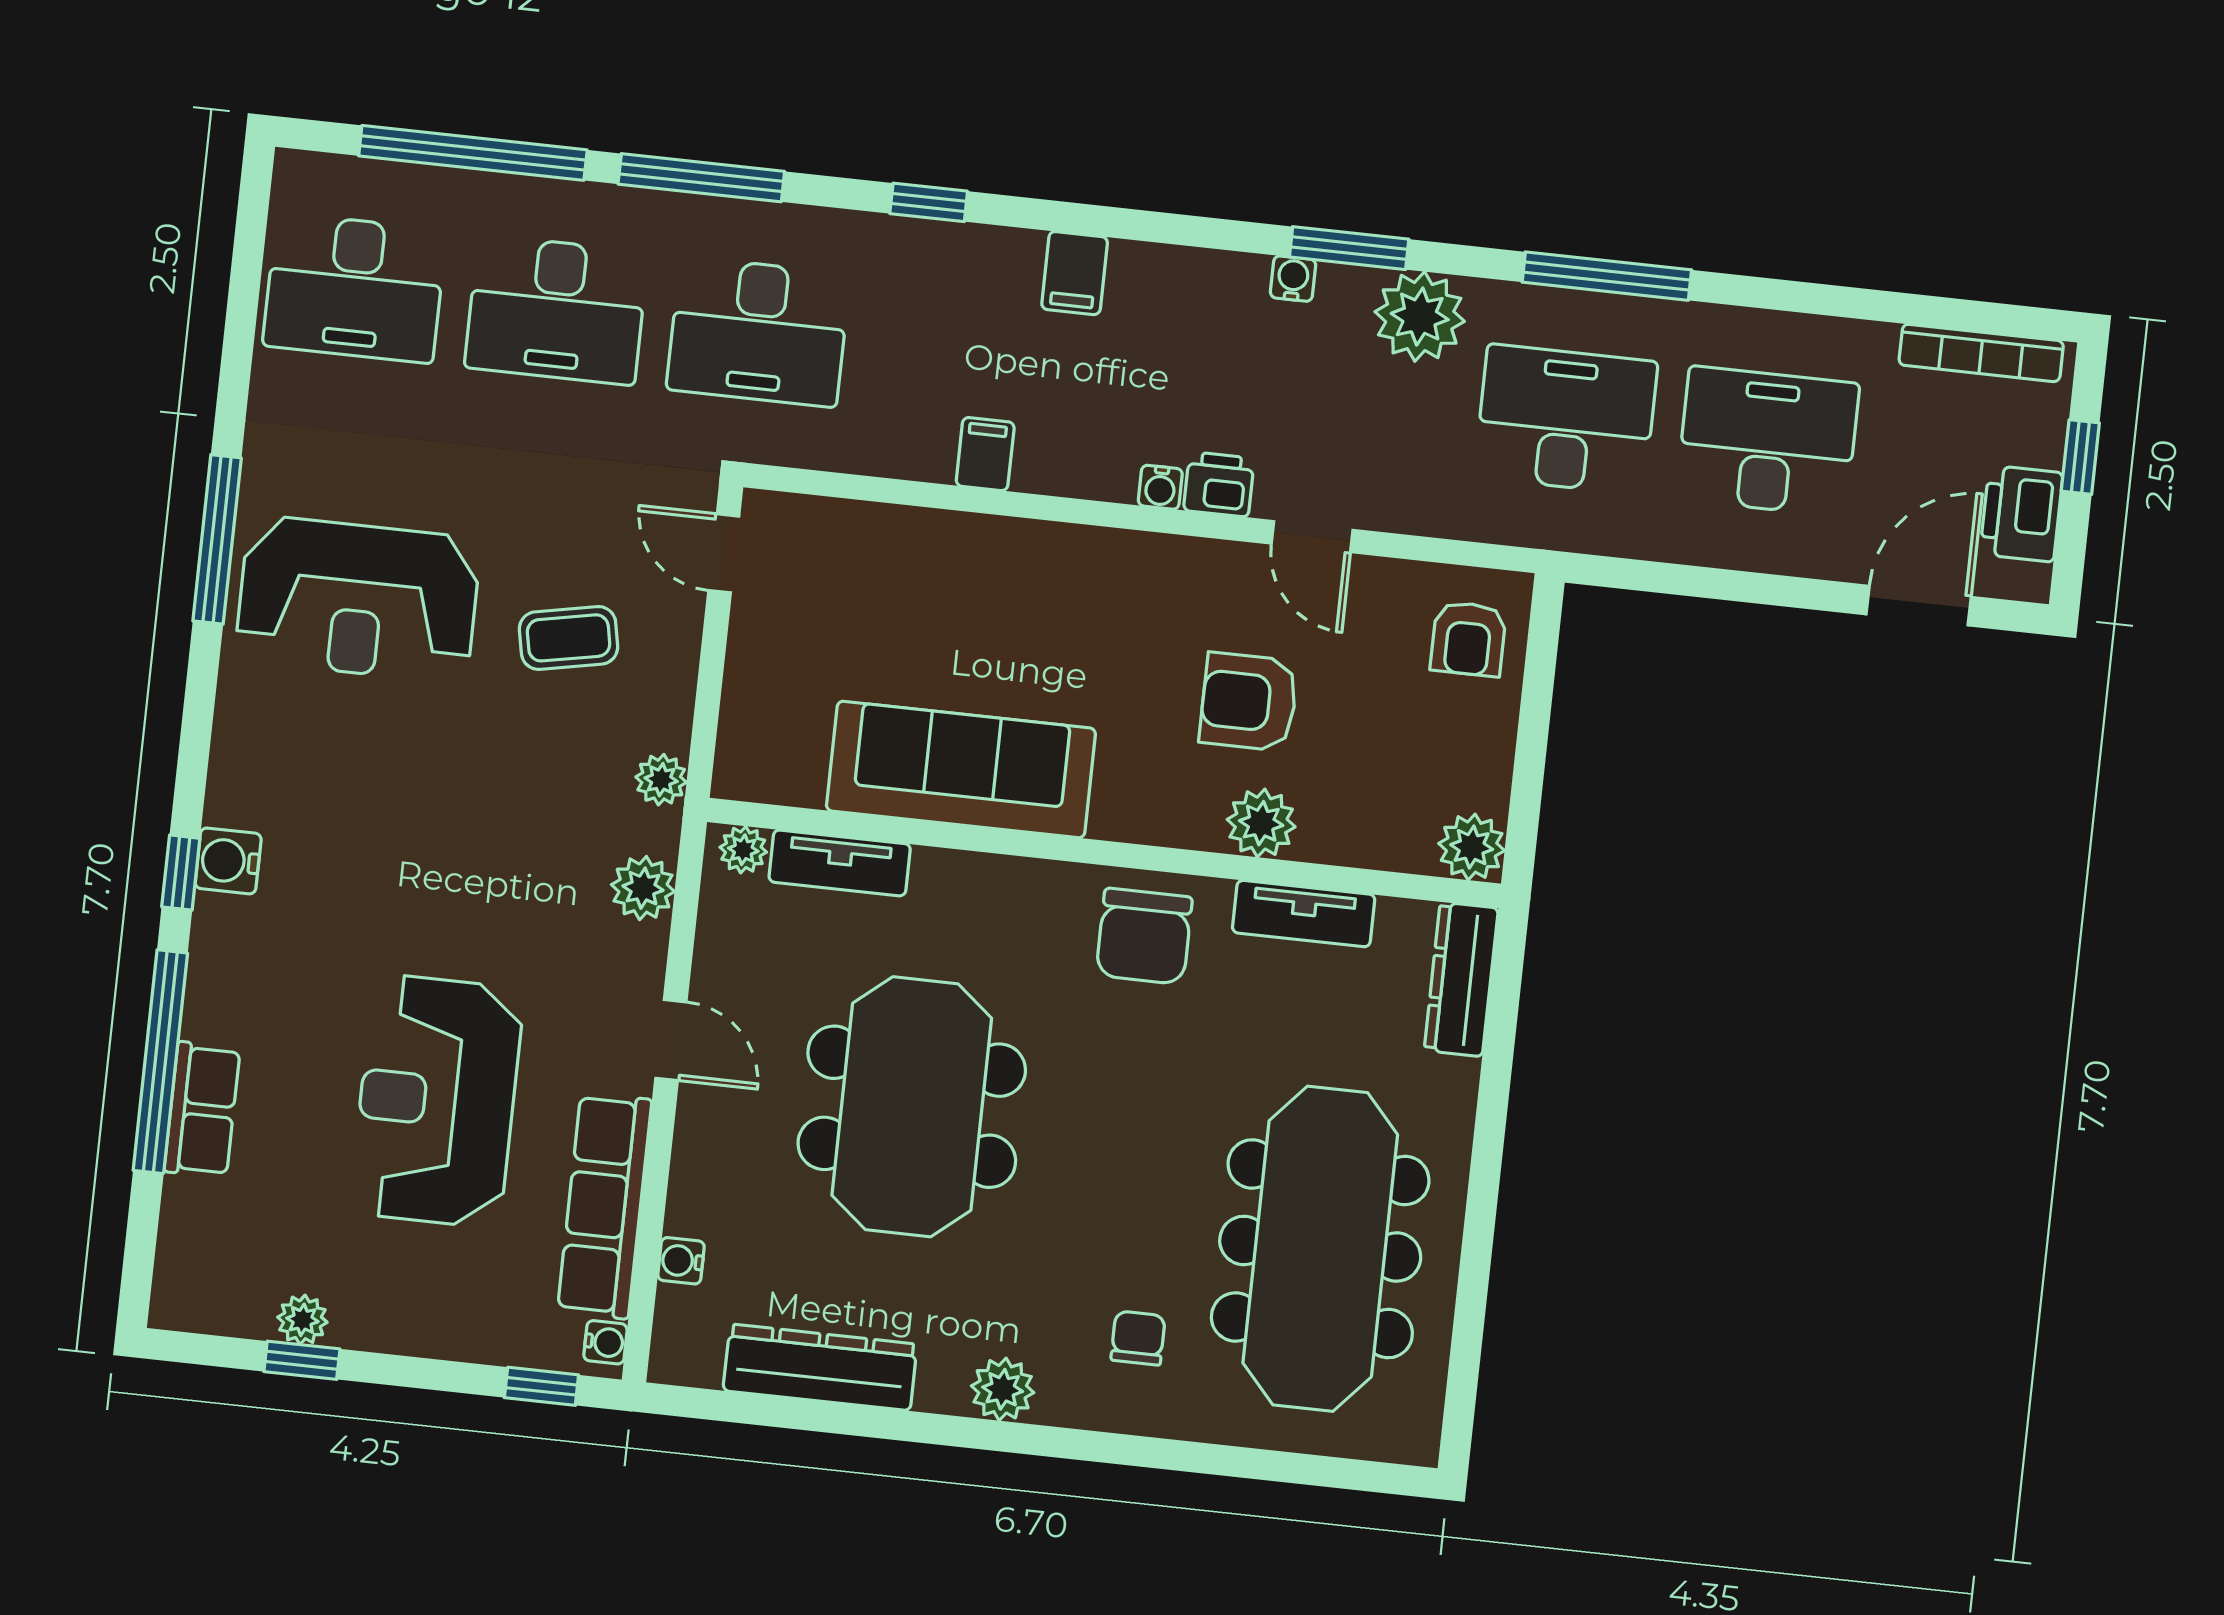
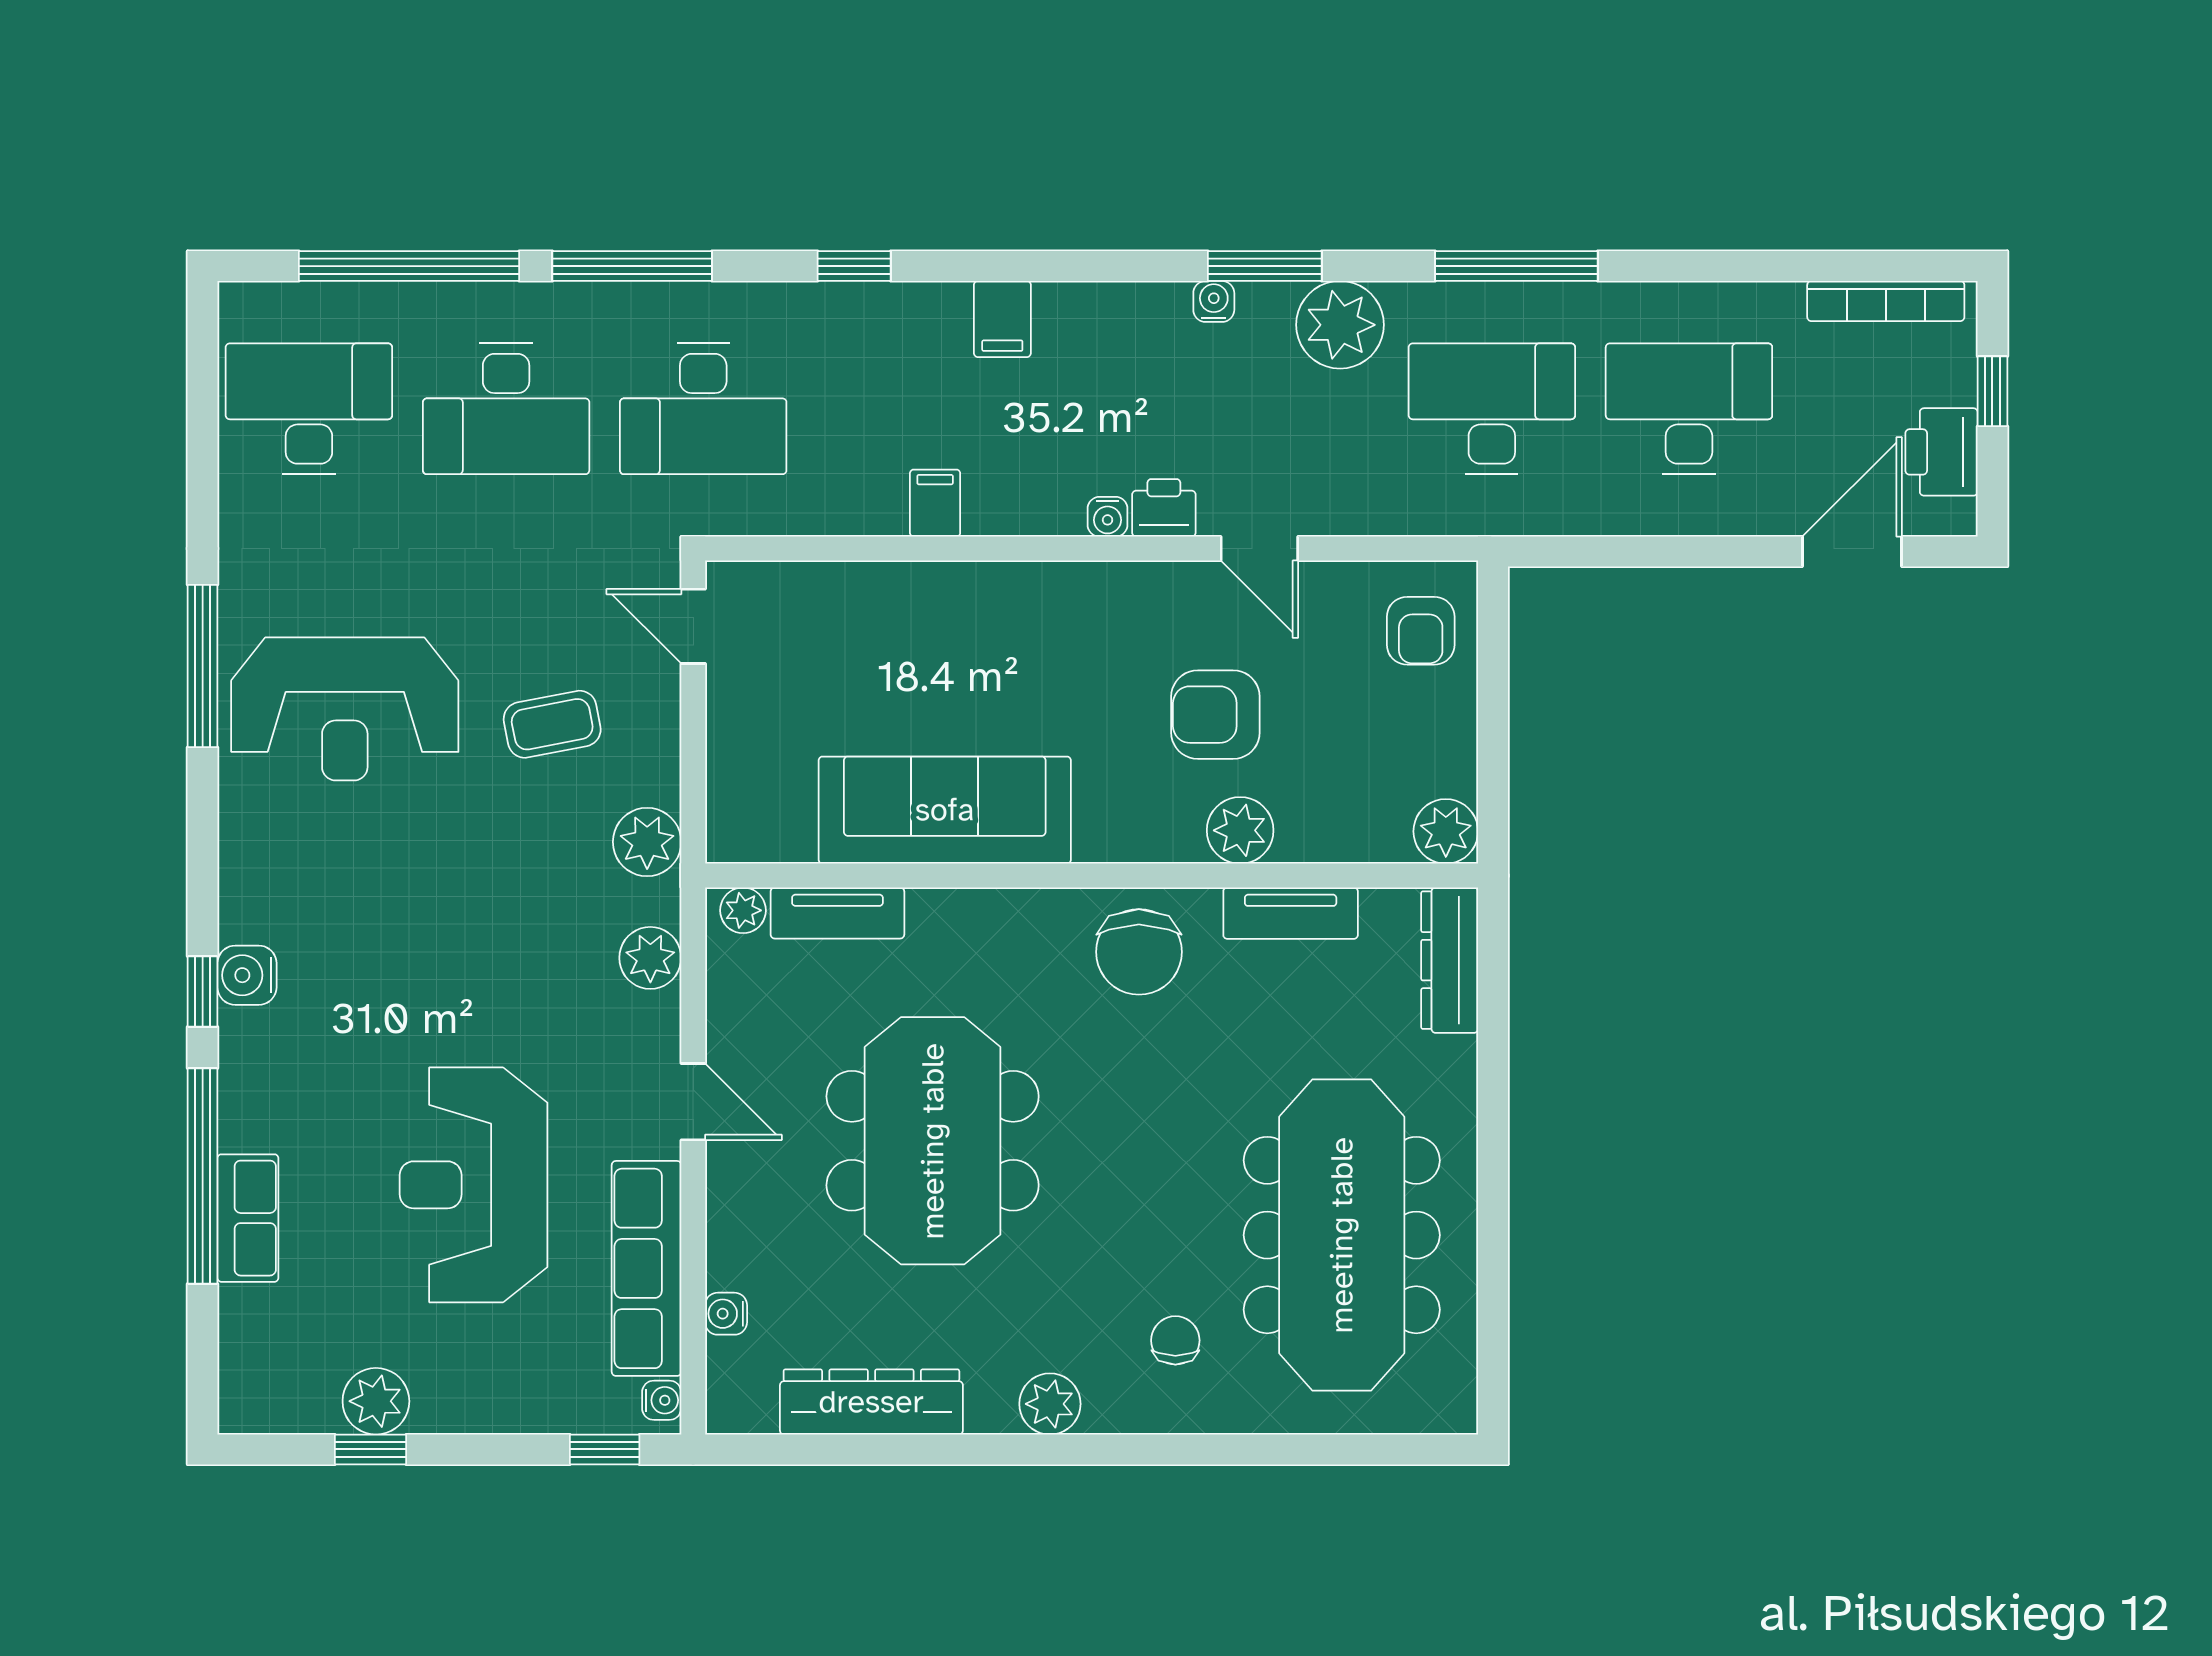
desk: (355, 288) -> (309, 409), turned 180
plant: (661, 780) -> (647, 842), width x1.38, depth x1.38
plant: (302, 1320) -> (376, 1401), width x1.38, depth x1.38

